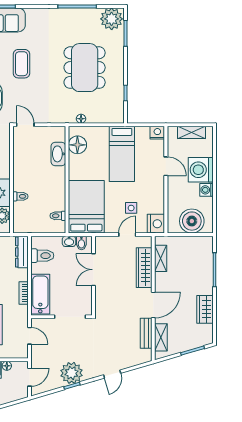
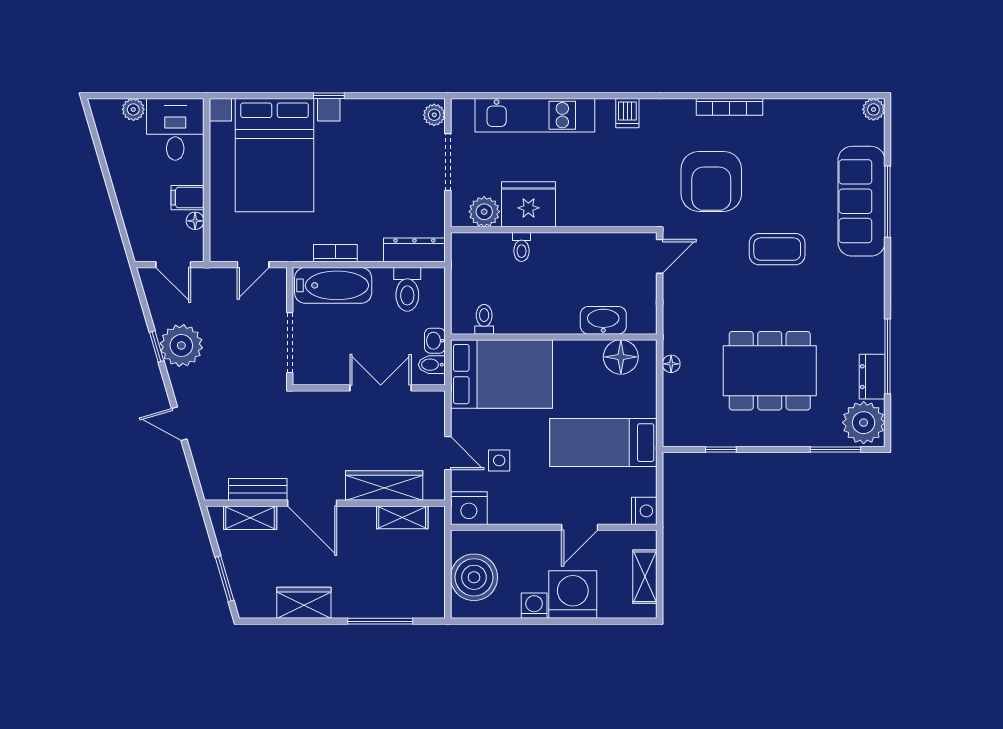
dresser: (88, 14) -> (872, 377), added

